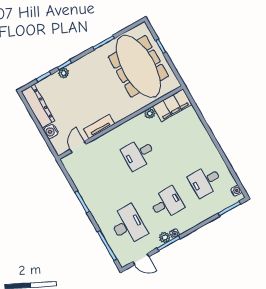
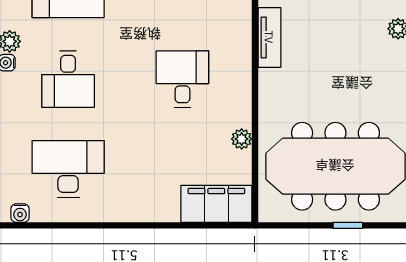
filing cabinet: (172, 105) -> (216, 204), moved, turned 90
desk: (205, 181) -> (68, 169), width x1.37

